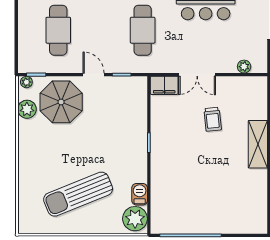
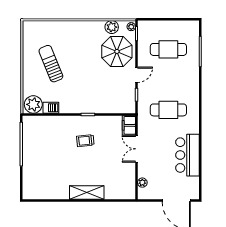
trolley: (213, 119) -> (85, 141), moved
sun lounger: (78, 194) -> (51, 64), width x0.73, depth x0.75

